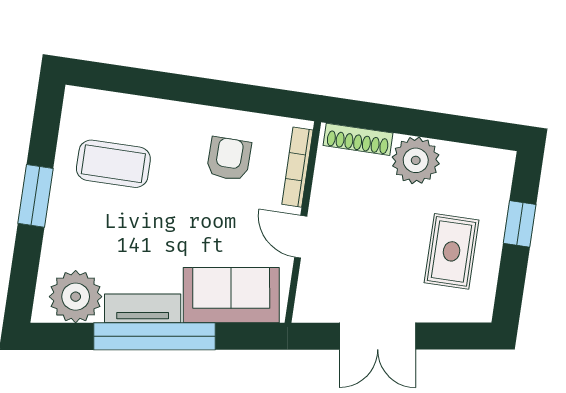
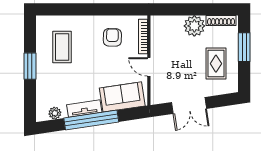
shoe rack: (358, 139) -> (221, 20), moved
coffee table: (113, 164) -> (62, 47), turned 90
window: (520, 224) -> (244, 47), width x1.50
plant: (76, 297) -> (55, 113), width x0.53, depth x0.53

